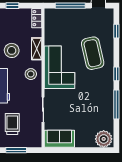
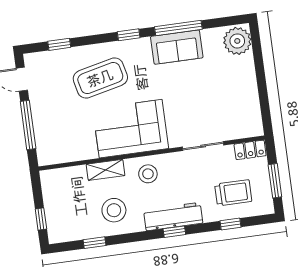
locker: (37, 18) -> (250, 150), moved
trolley: (12, 124) -> (233, 193), turned 180
sofa: (59, 139) -> (177, 47), moved, turned -90

